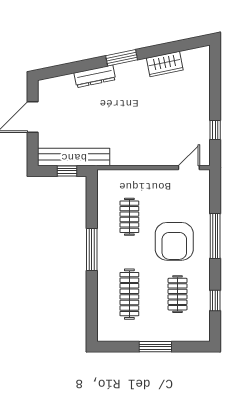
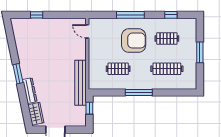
wardrobe: (165, 64) -> (36, 114), moved
window: (215, 130) -> (37, 15), moved
bench: (74, 157) -> (81, 83), moved

